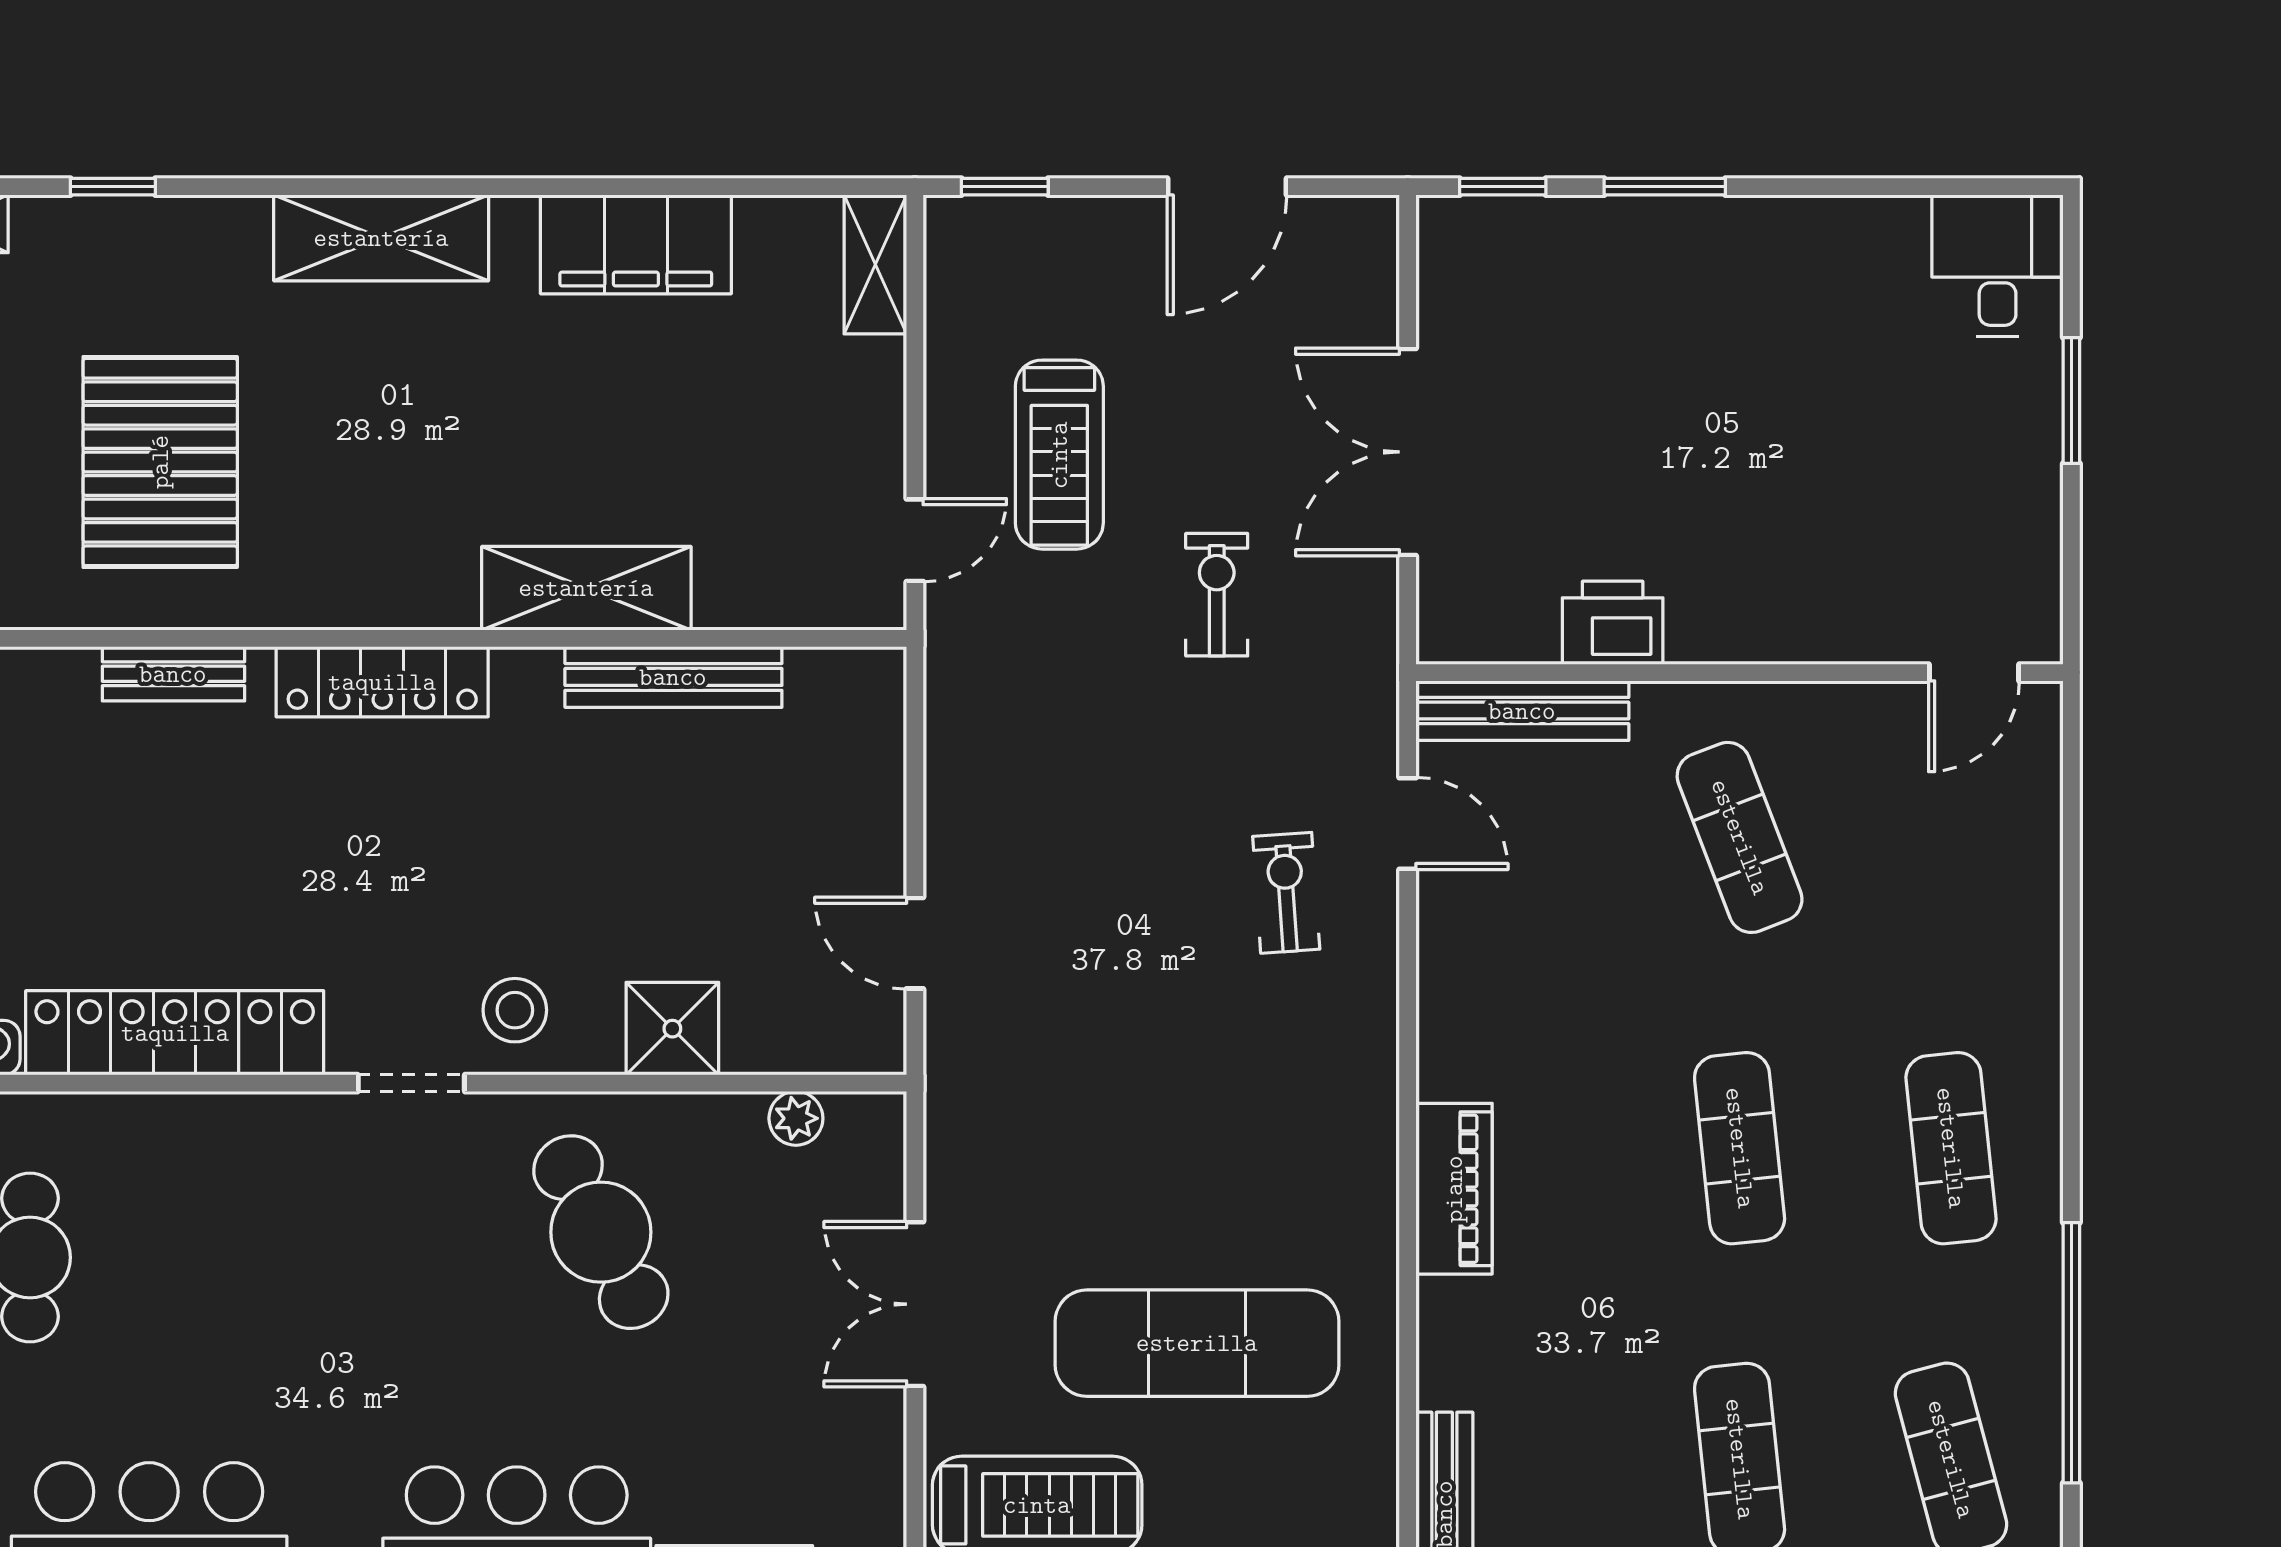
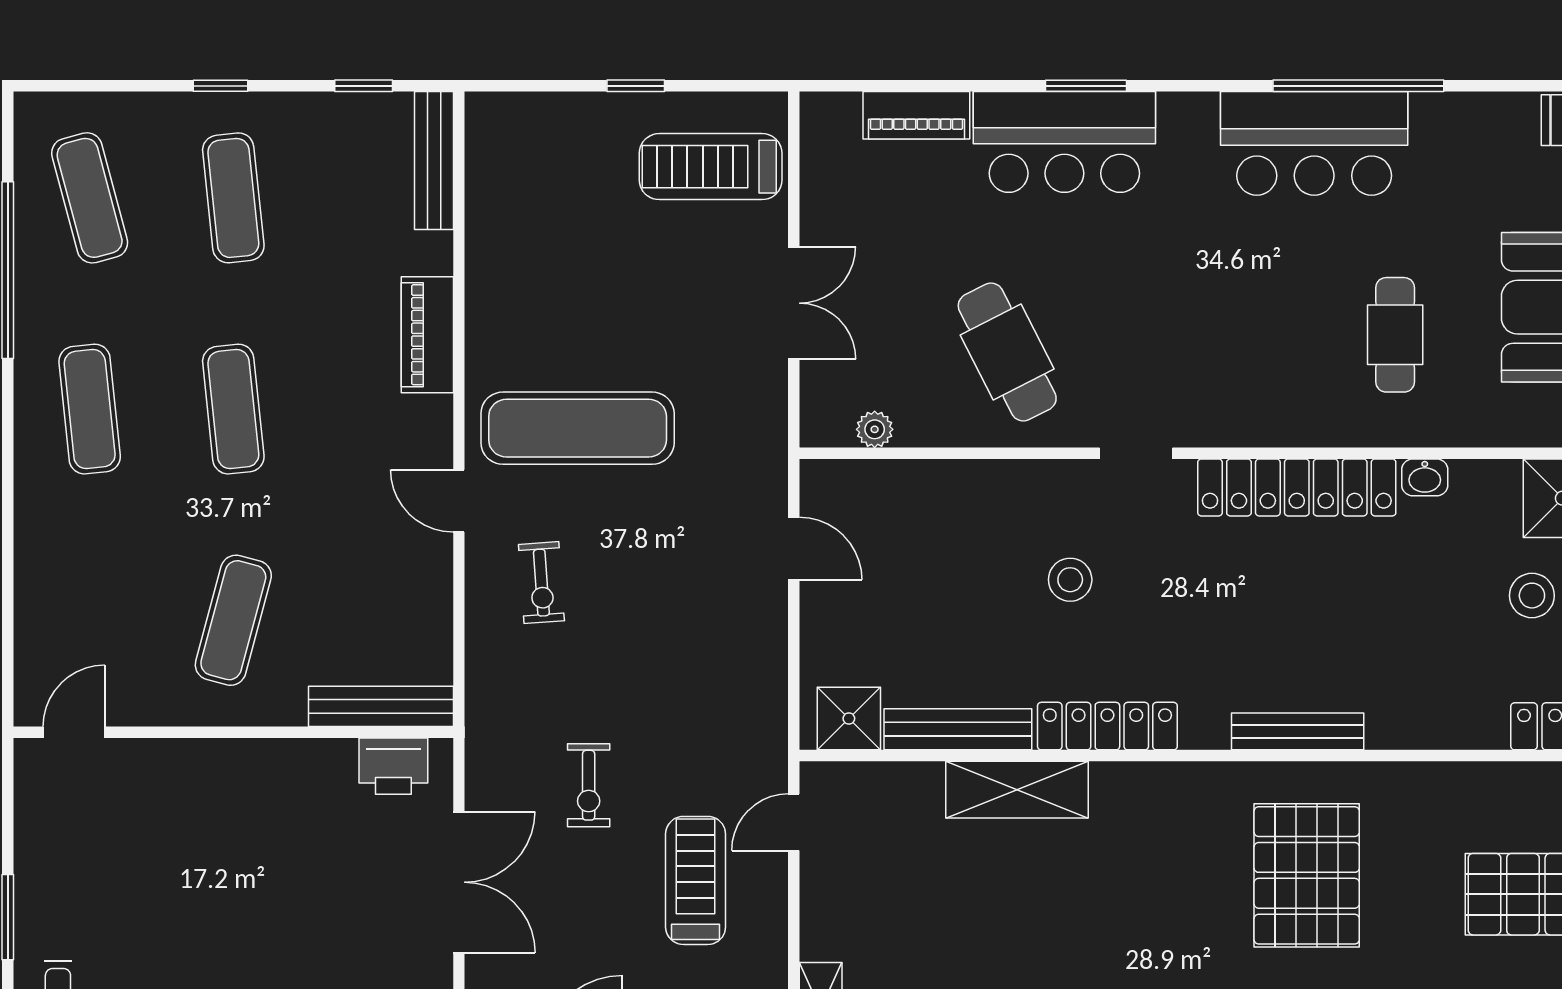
printer: (1613, 623) -> (393, 766), moved
bench: (173, 674) -> (1298, 731), width x1.36
locker: (382, 682) -> (1107, 726), moved
door: (1408, 823) -> (459, 501), moved
exercise mat: (1740, 837) -> (233, 620), turned 36
stool: (515, 1010) -> (1070, 580), moved
shower: (672, 1029) -> (849, 718), moved
piano: (1454, 1189) -> (427, 335), moved
exercise mat: (1197, 1343) -> (578, 428), moved

